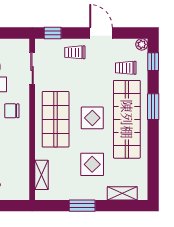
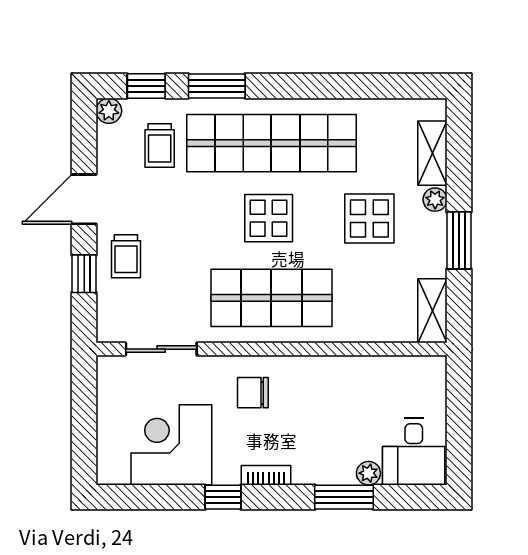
window: (53, 33) -> (84, 274), moved
window: (153, 107) -> (217, 86), moved
chair: (12, 111) -> (253, 393), turned 90
shelving: (41, 175) -> (432, 311), moved, turned 90
plant: (101, 195) -> (435, 200), added

